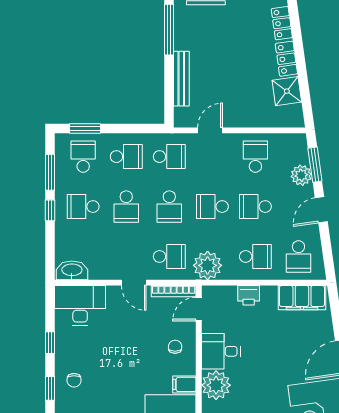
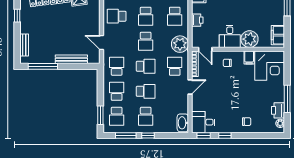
school desk: (83, 157) -> (117, 116), turned -90
school desk: (255, 256) -> (175, 16), turned 180
desk: (80, 305) -> (203, 122), width x0.73
window: (50, 388) -> (204, 136), moved

